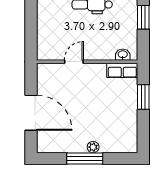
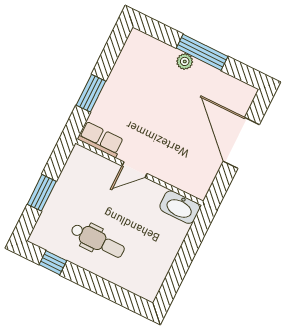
washbasin: (123, 55) -> (180, 207), moved, width x1.91, depth x1.45
door: (74, 62) -> (135, 170), moved

